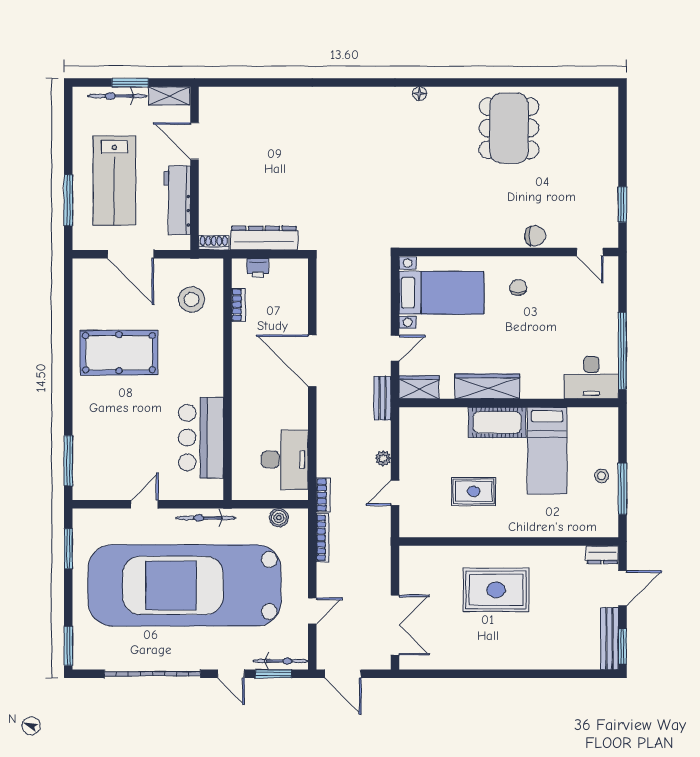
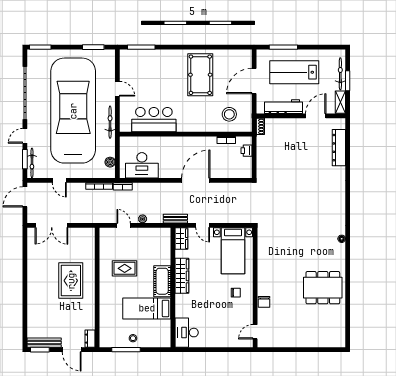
window: (622, 204) -> (281, 350), removed
dresser: (264, 238) -> (339, 148), moved, turned 180
window: (622, 351) -> (201, 350), removed
rug: (474, 491) -> (125, 268), turned 90

